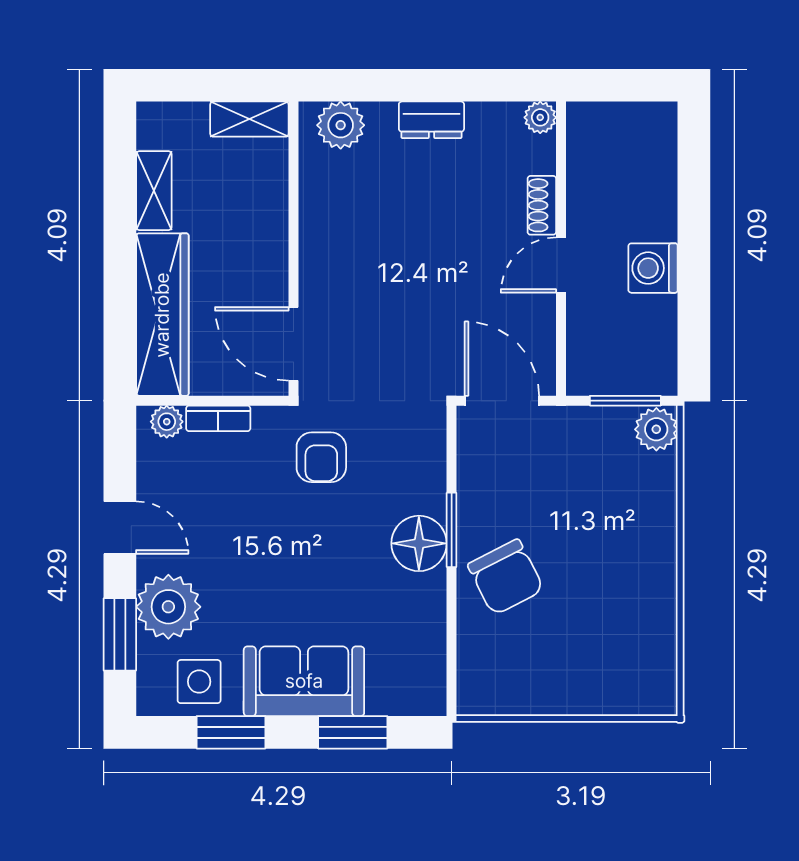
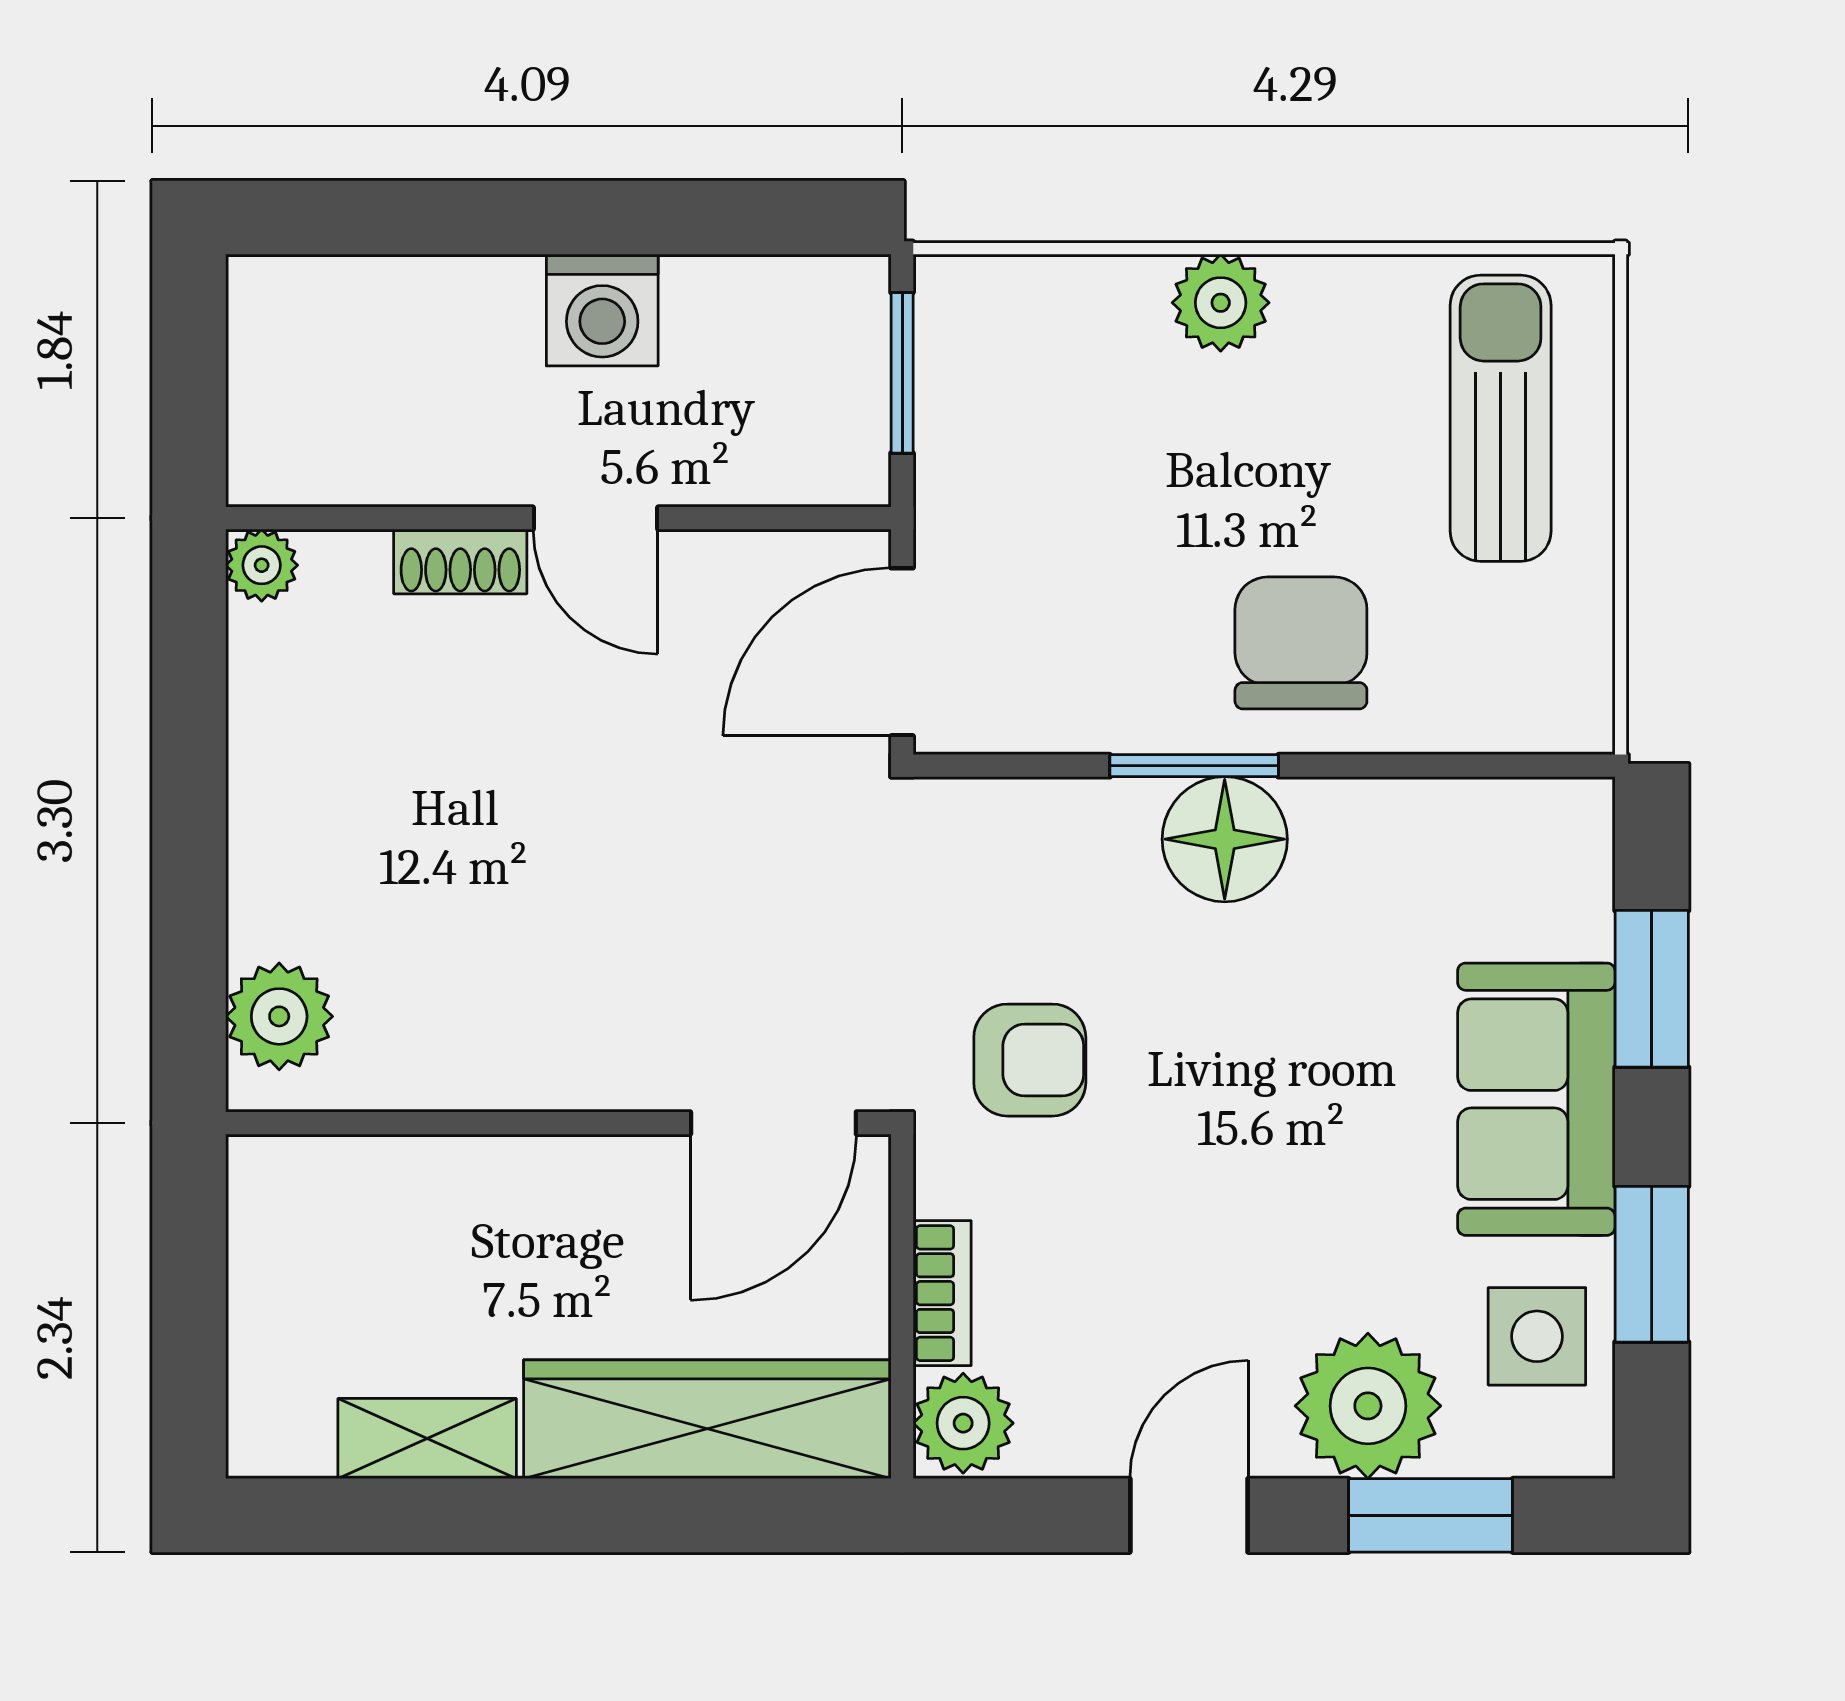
shelving: (249, 119) -> (265, 1223), removed
dresser: (431, 120) -> (267, 811), removed
plant: (167, 422) -> (963, 1423), width x1.38, depth x1.38
plant: (656, 429) -> (1221, 303), moved
chair: (506, 577) -> (1301, 643), turned -63
sun lounger: (605, 665) -> (1501, 418), added

